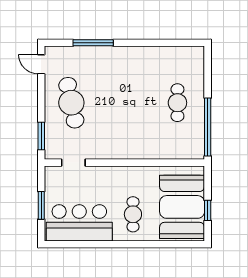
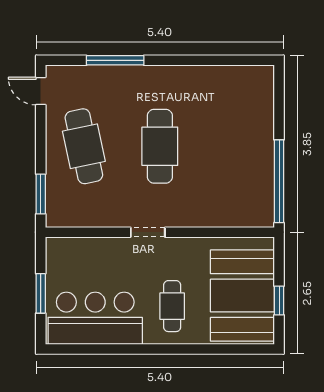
cafe table: (177, 103) -> (160, 146), moved, width x1.37, depth x1.35
doorway: (73, 163) -> (148, 232), moved

